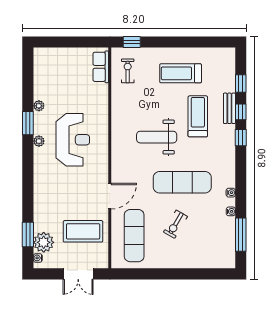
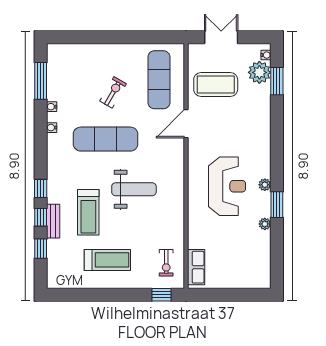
reception desk: (73, 140) -> (227, 186), turned 180

